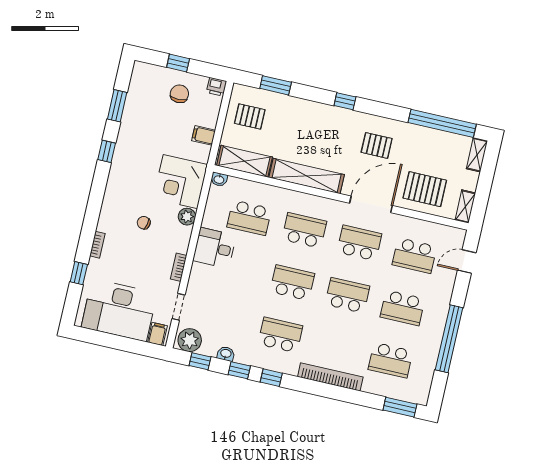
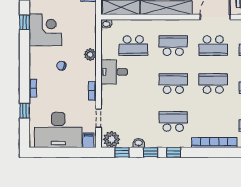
corner desk: (180, 182) -> (45, 30), moved, turned 180
school desk: (359, 243) -> (213, 46), turned 180

